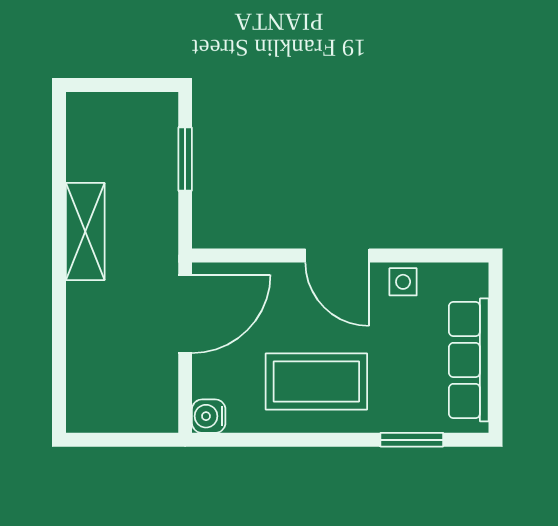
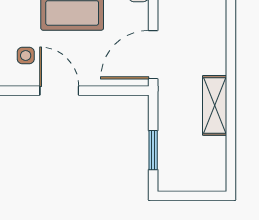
side table: (403, 282) -> (26, 55), moved

